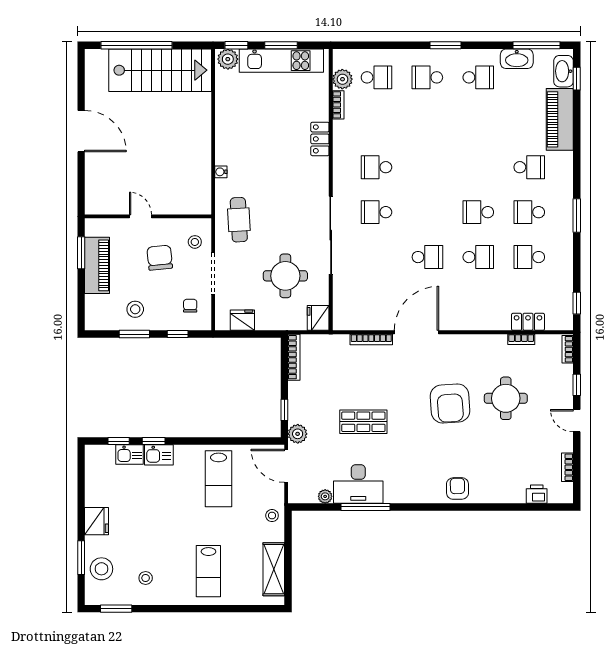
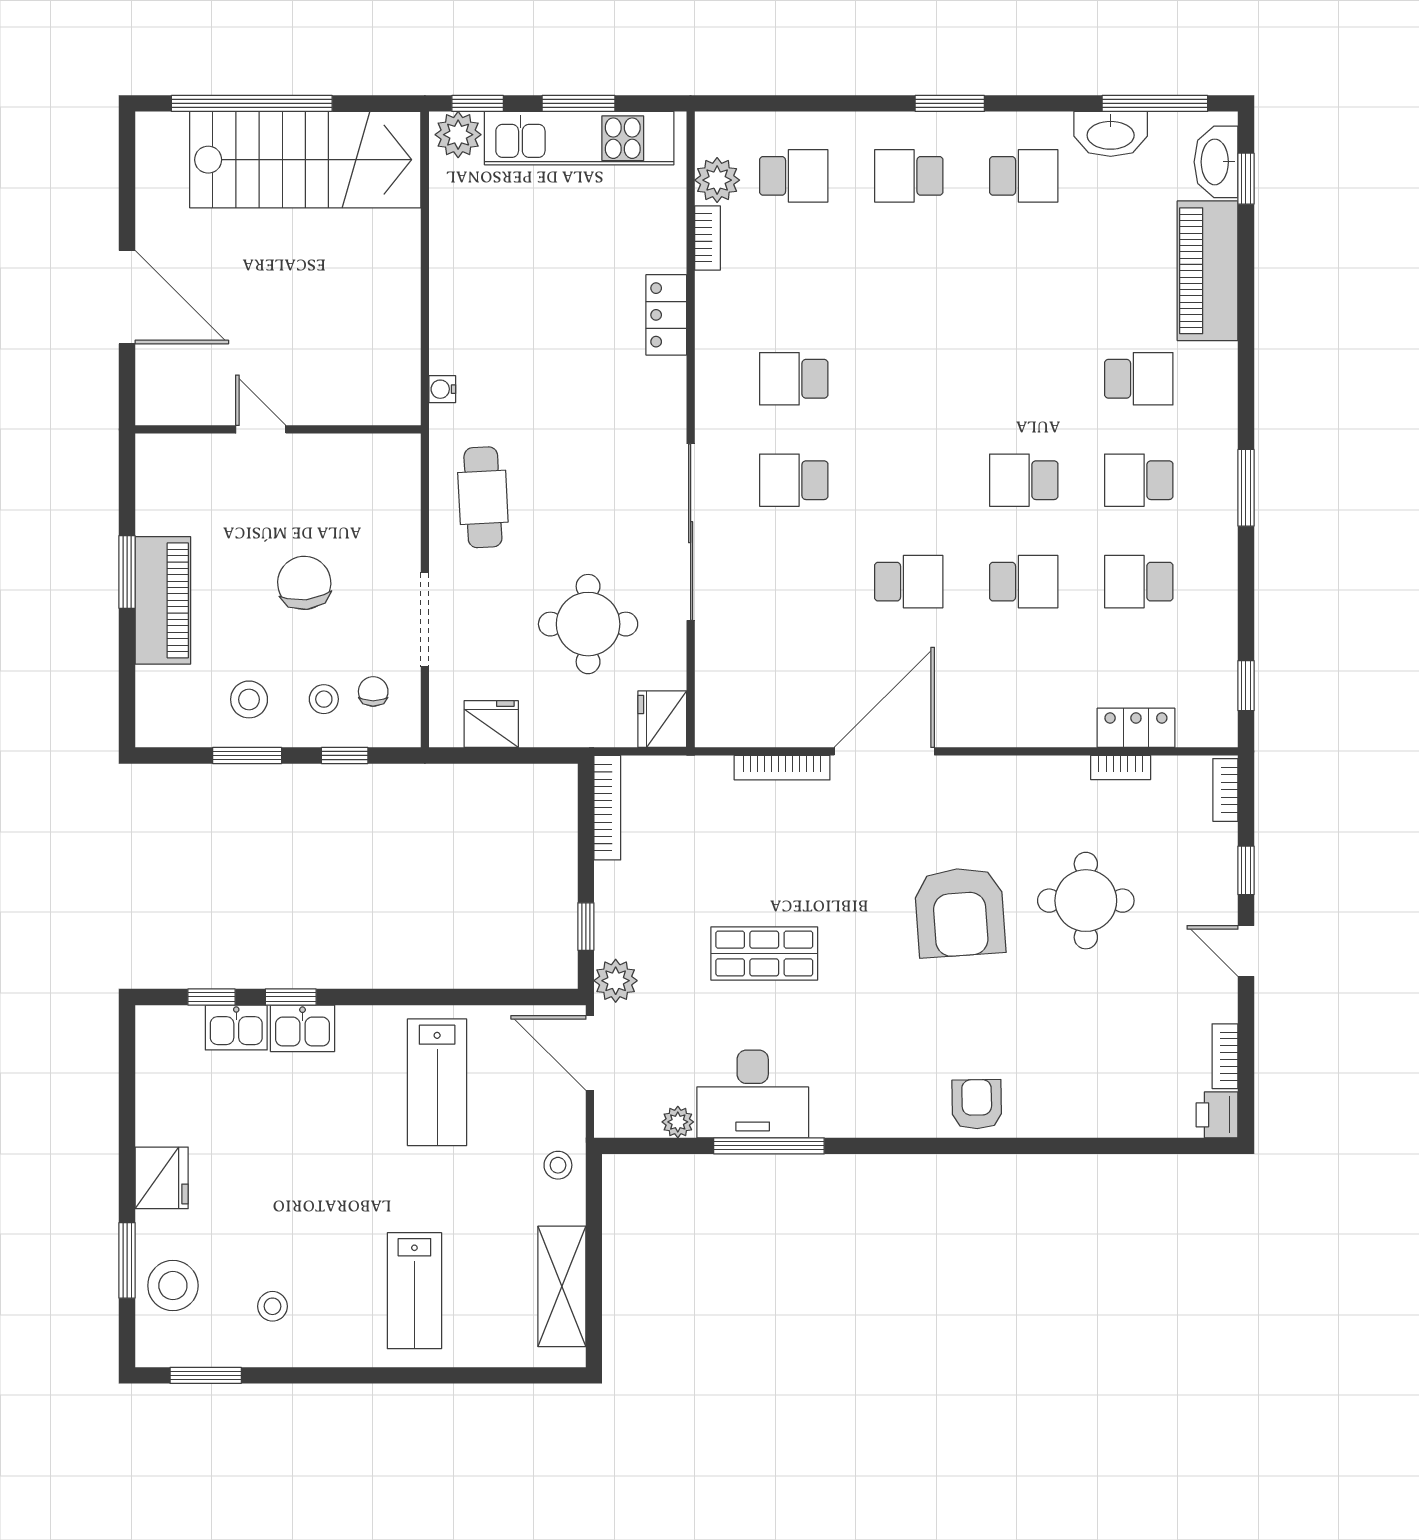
door: (140, 216) -> (261, 429), moved
wall: (148, 216) -> (278, 429), moved
stool: (195, 242) -> (324, 699), moved
printer: (537, 494) -> (1217, 1115), moved, turned -90

